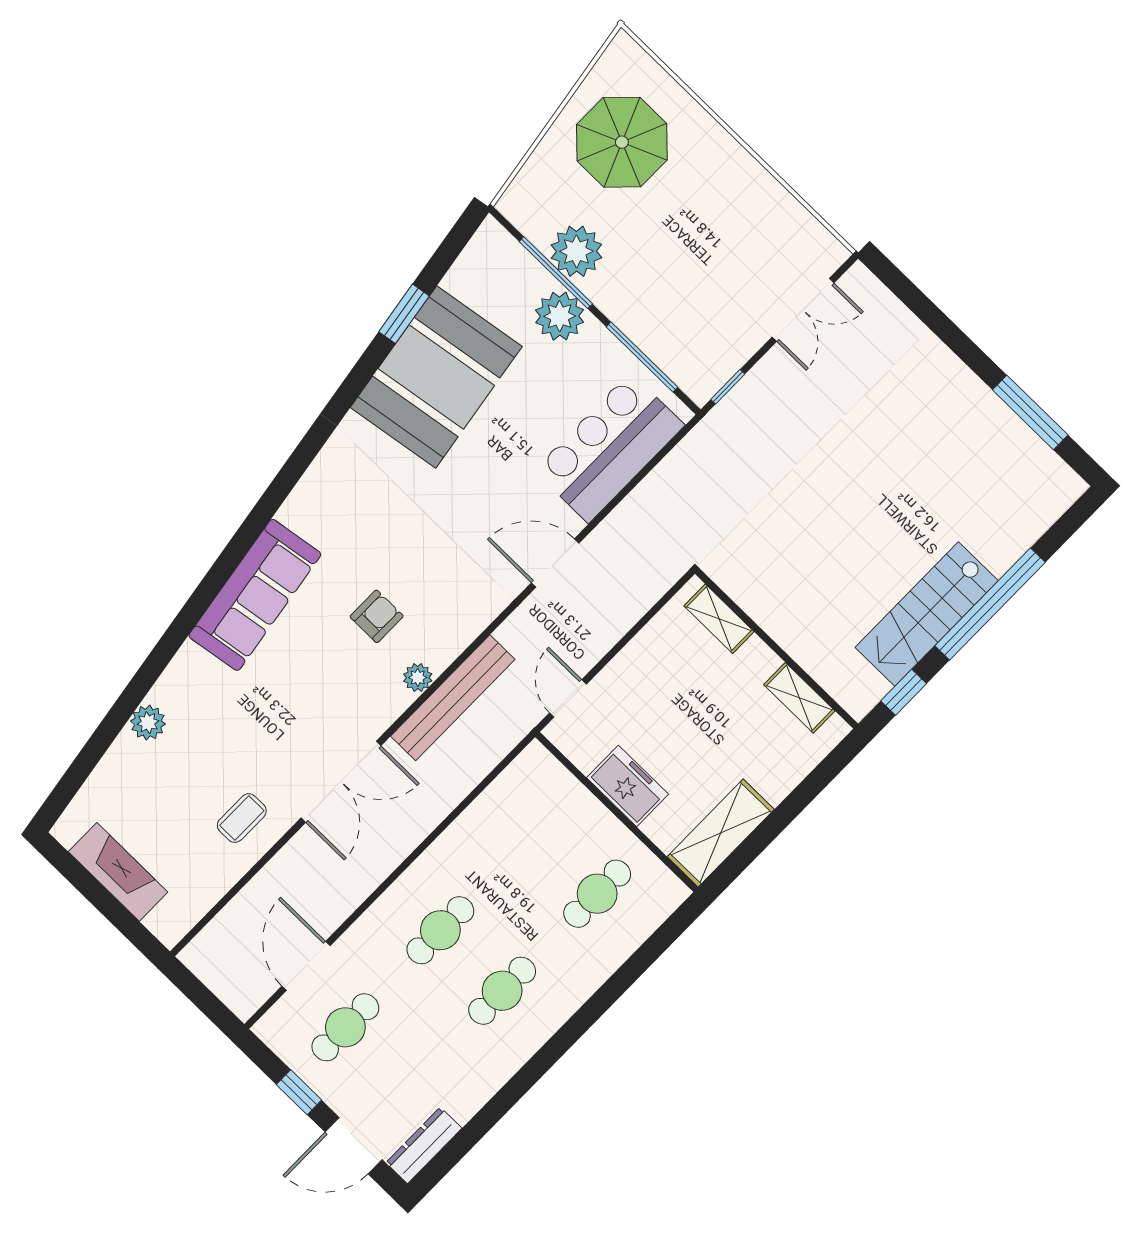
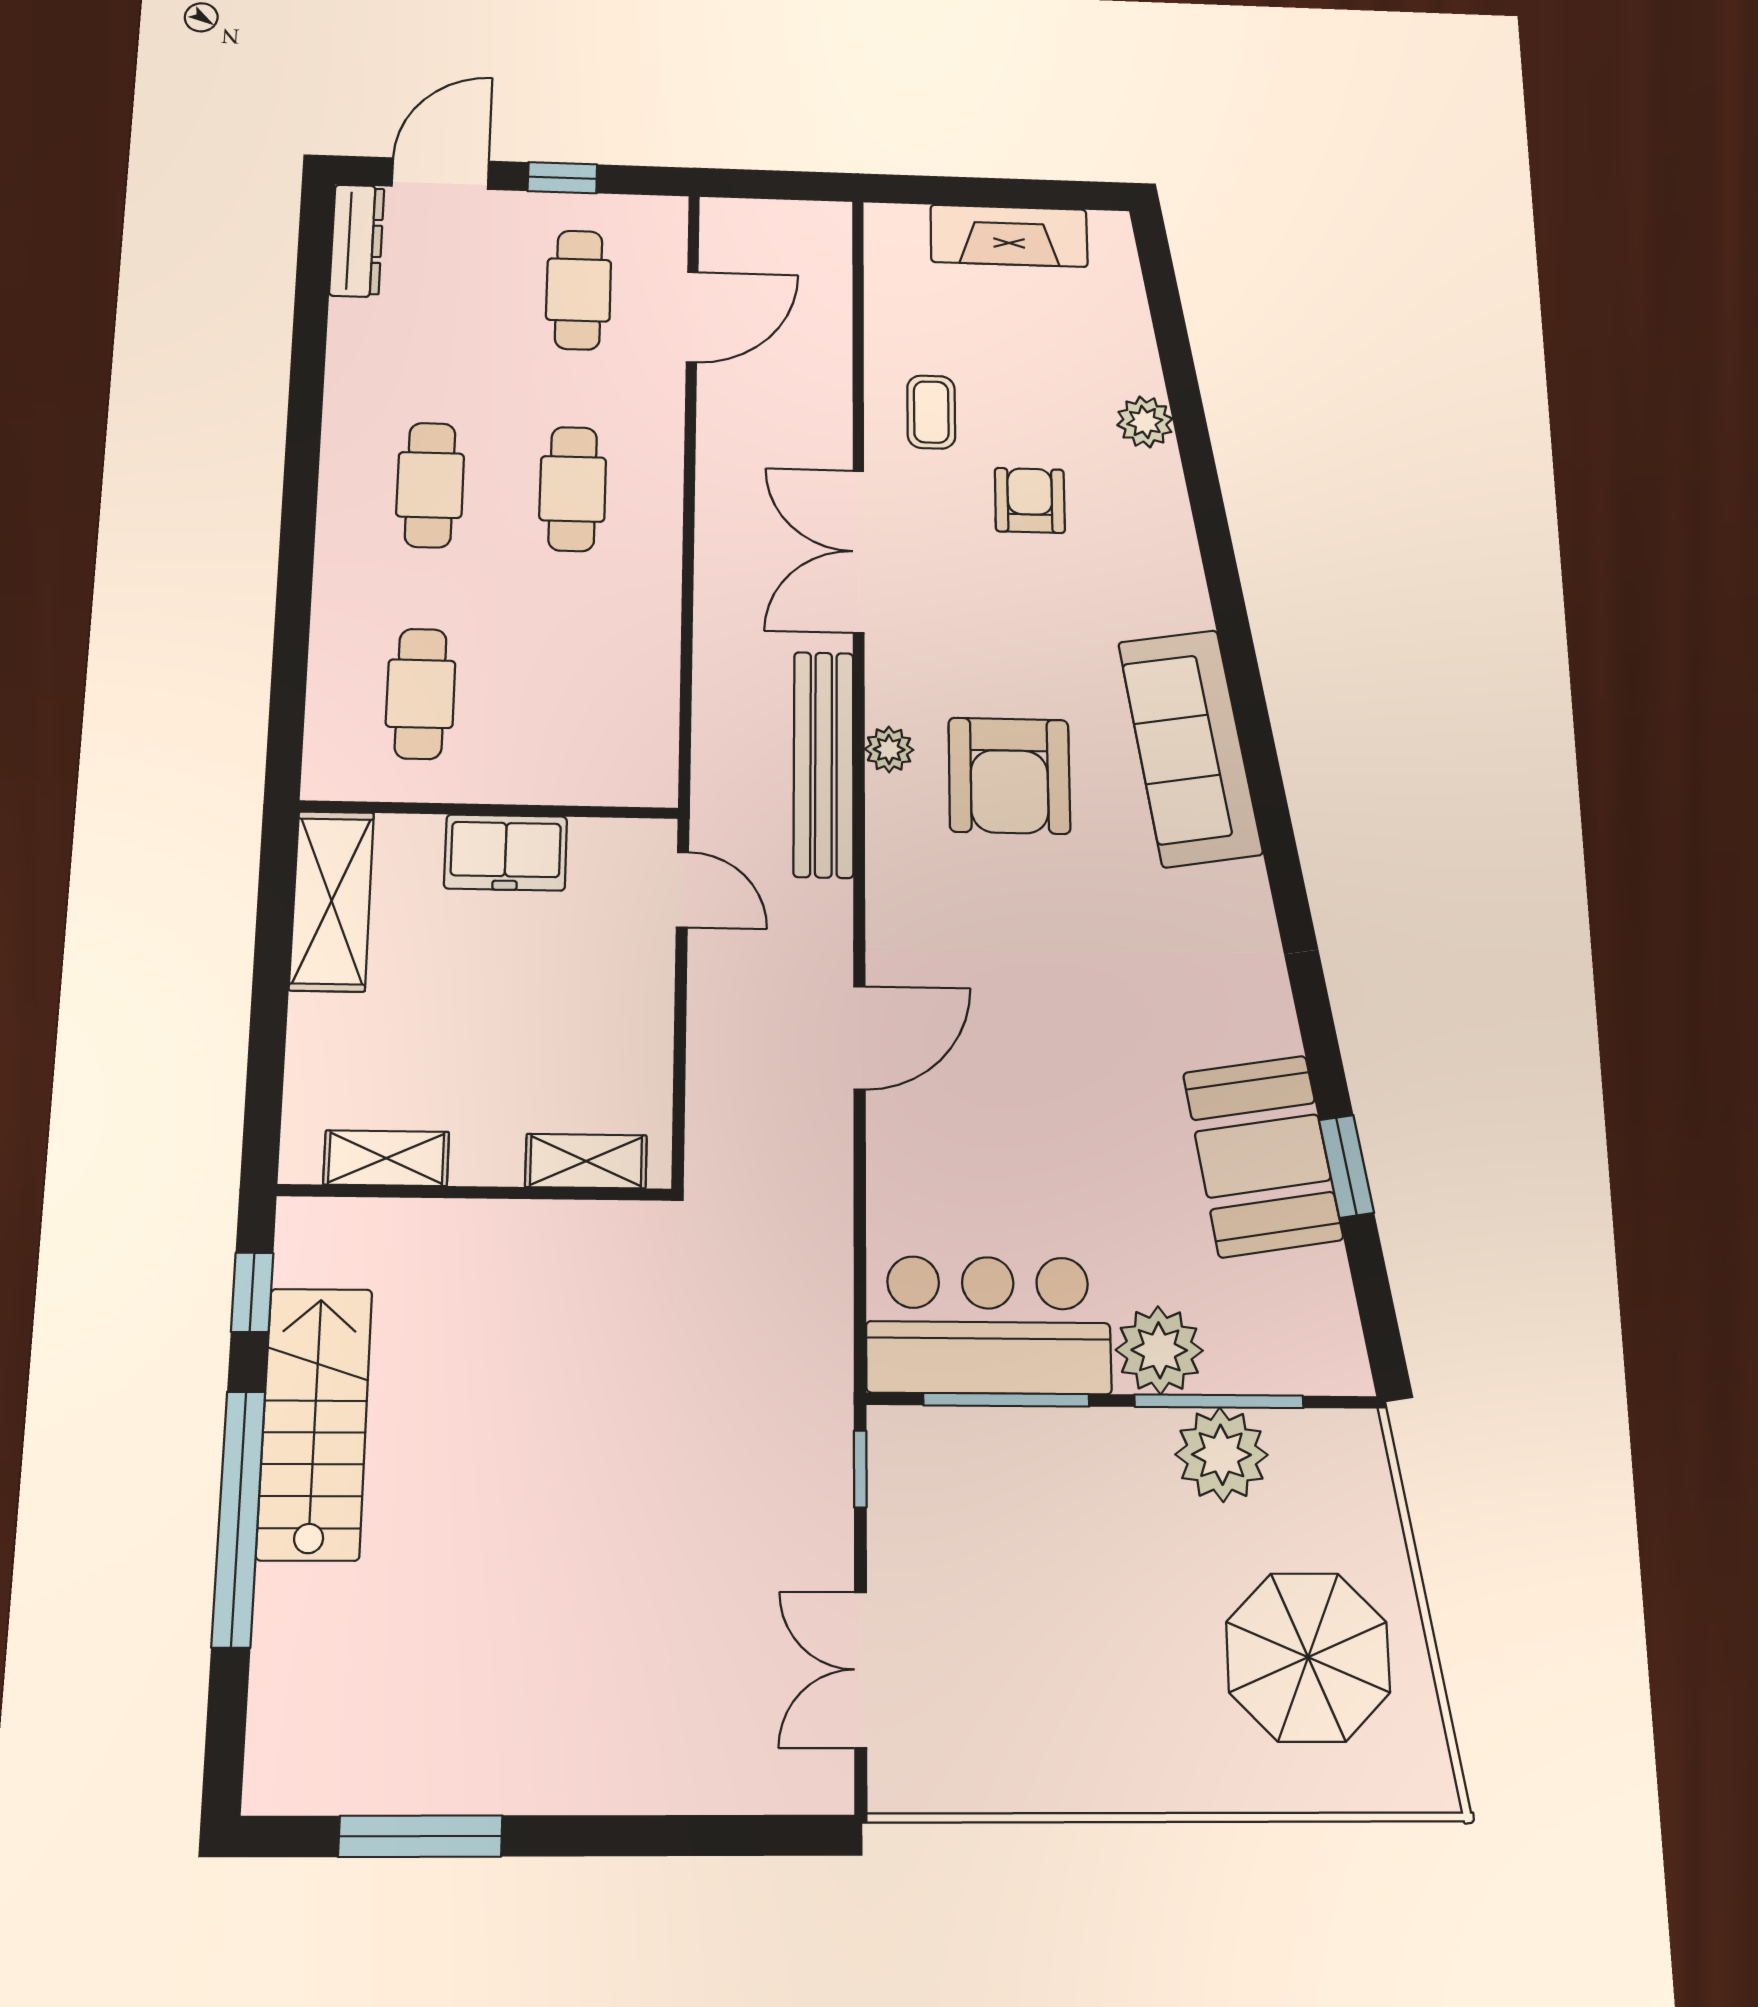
booth: (436, 377) -> (1263, 1156), width x0.73, depth x0.70
bar counter: (609, 448) -> (988, 1325), moved, turned -90
sofa: (255, 595) -> (1190, 748), moved
armchair: (377, 616) -> (1009, 776), width x1.88, depth x1.88
armchair: (239, 734) -> (1030, 500), added
door: (306, 966) -> (692, 317), hinge flipped

